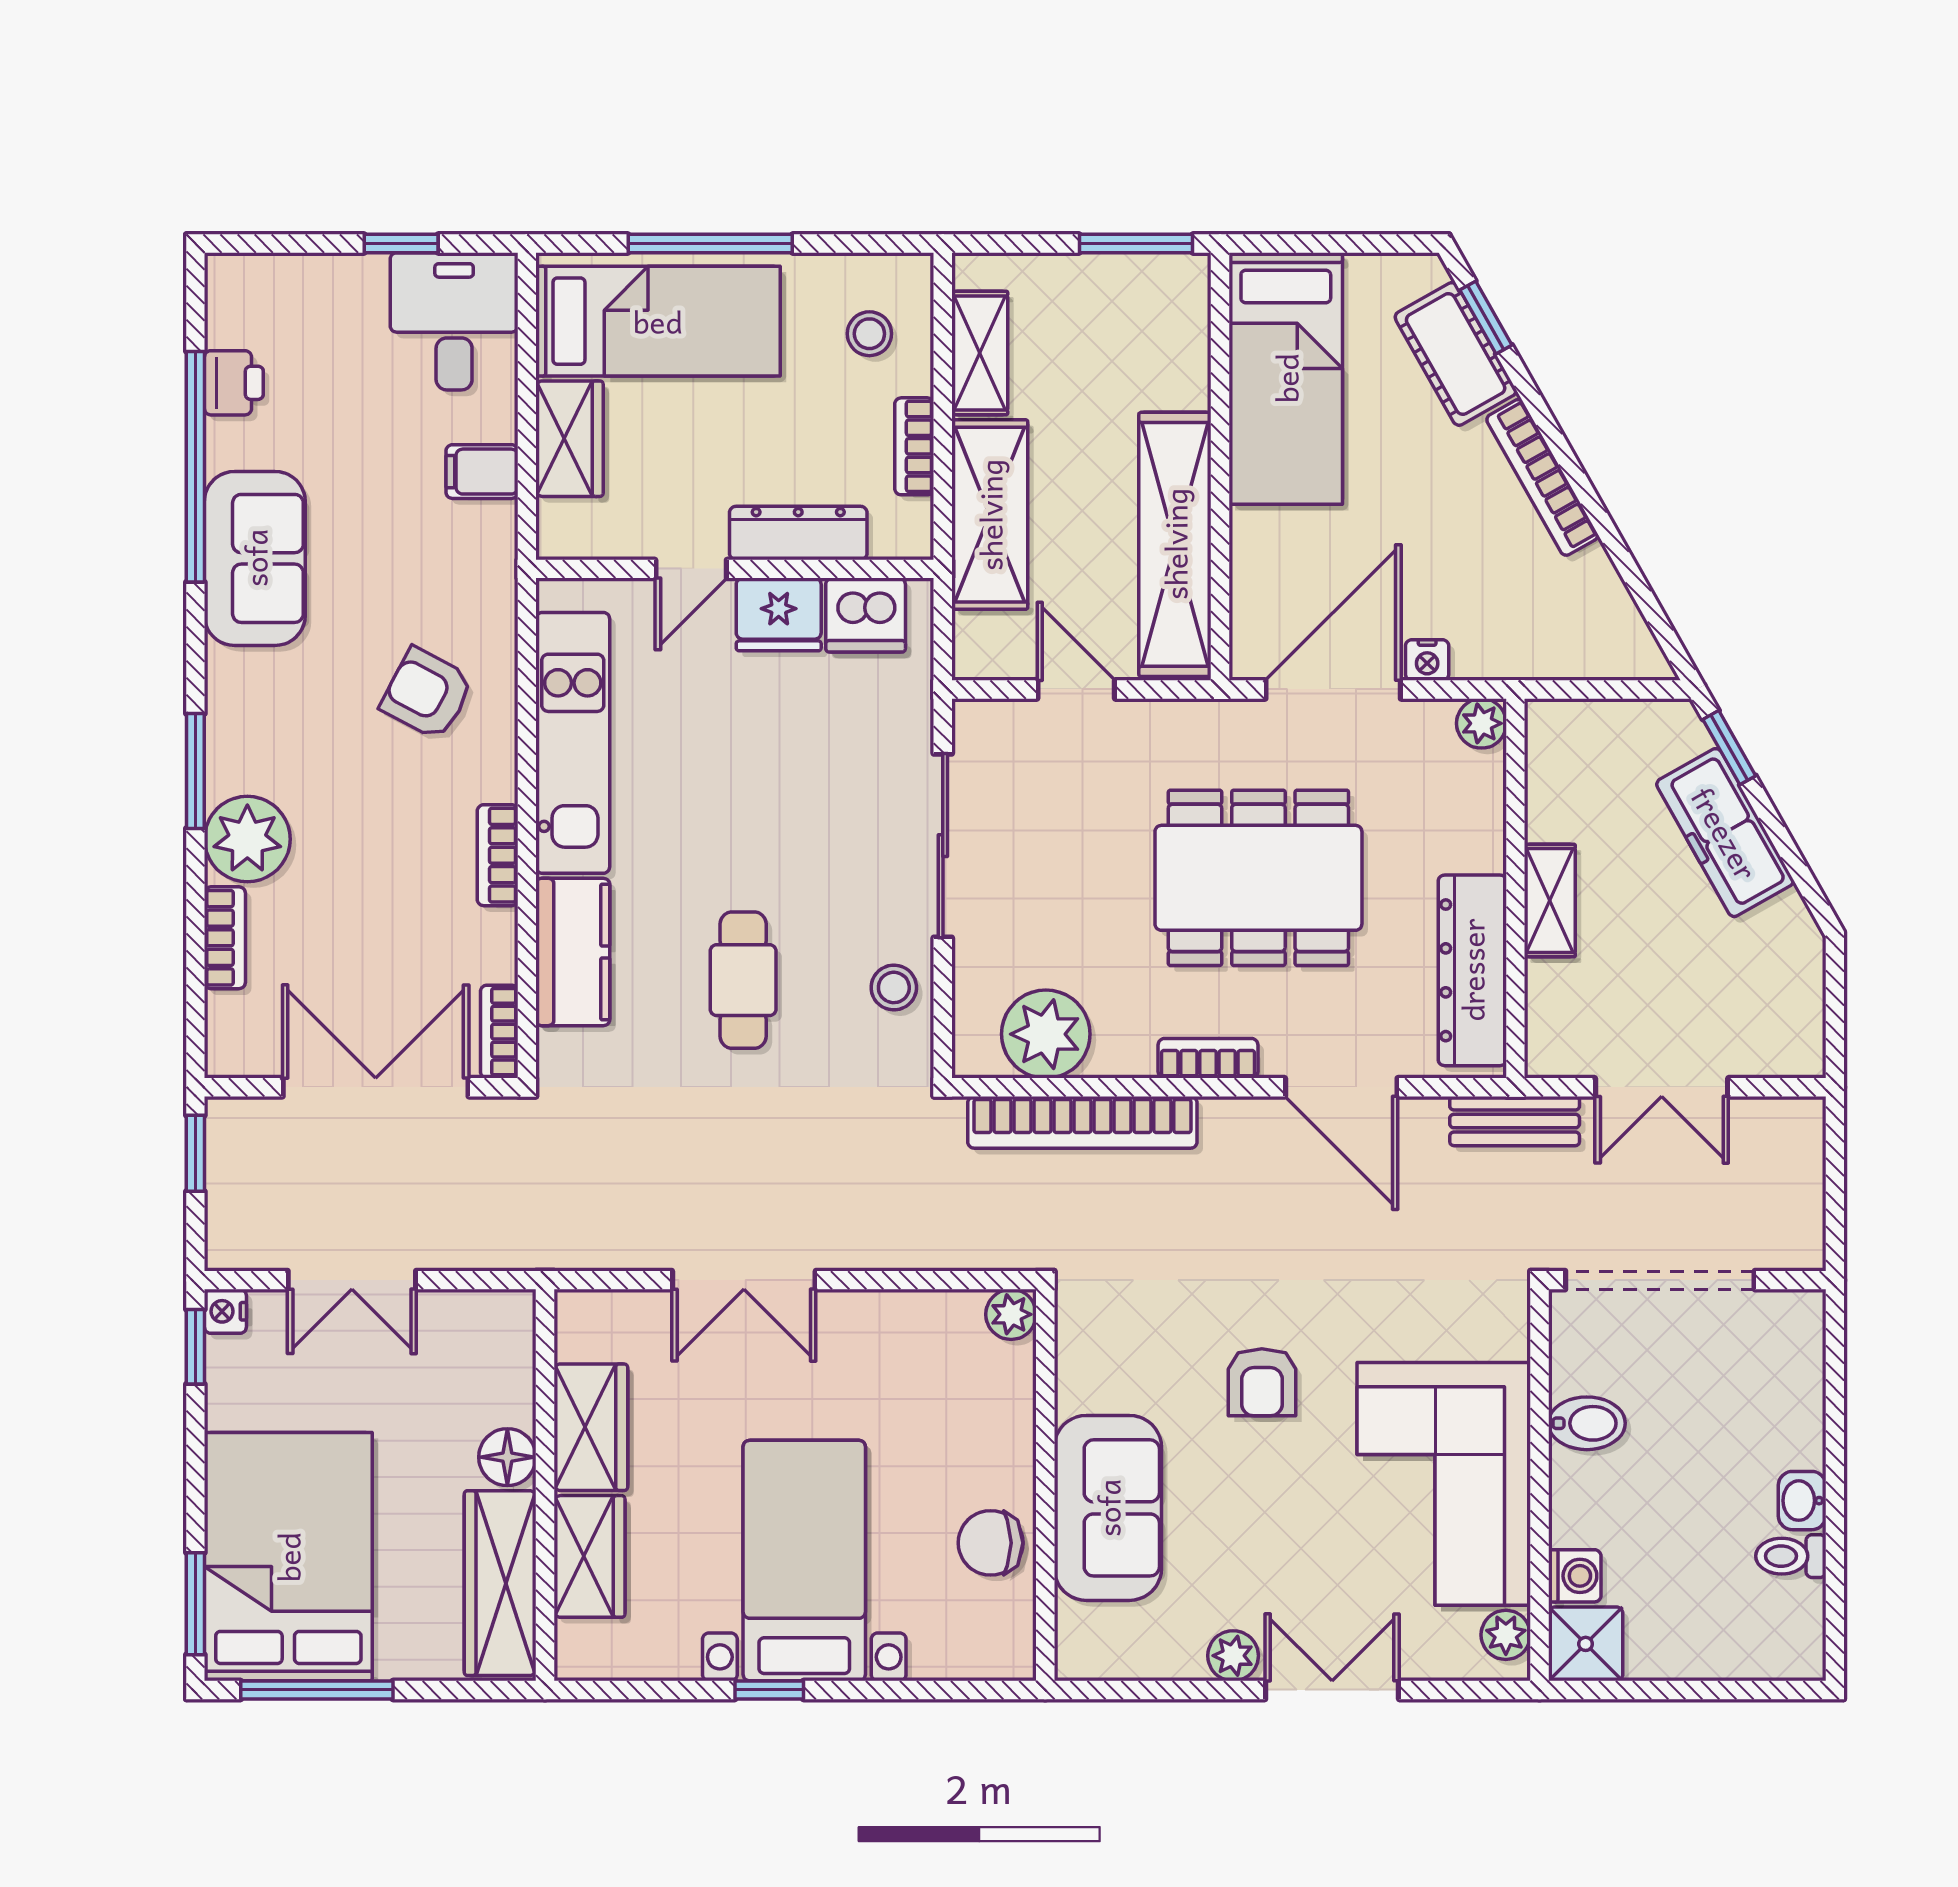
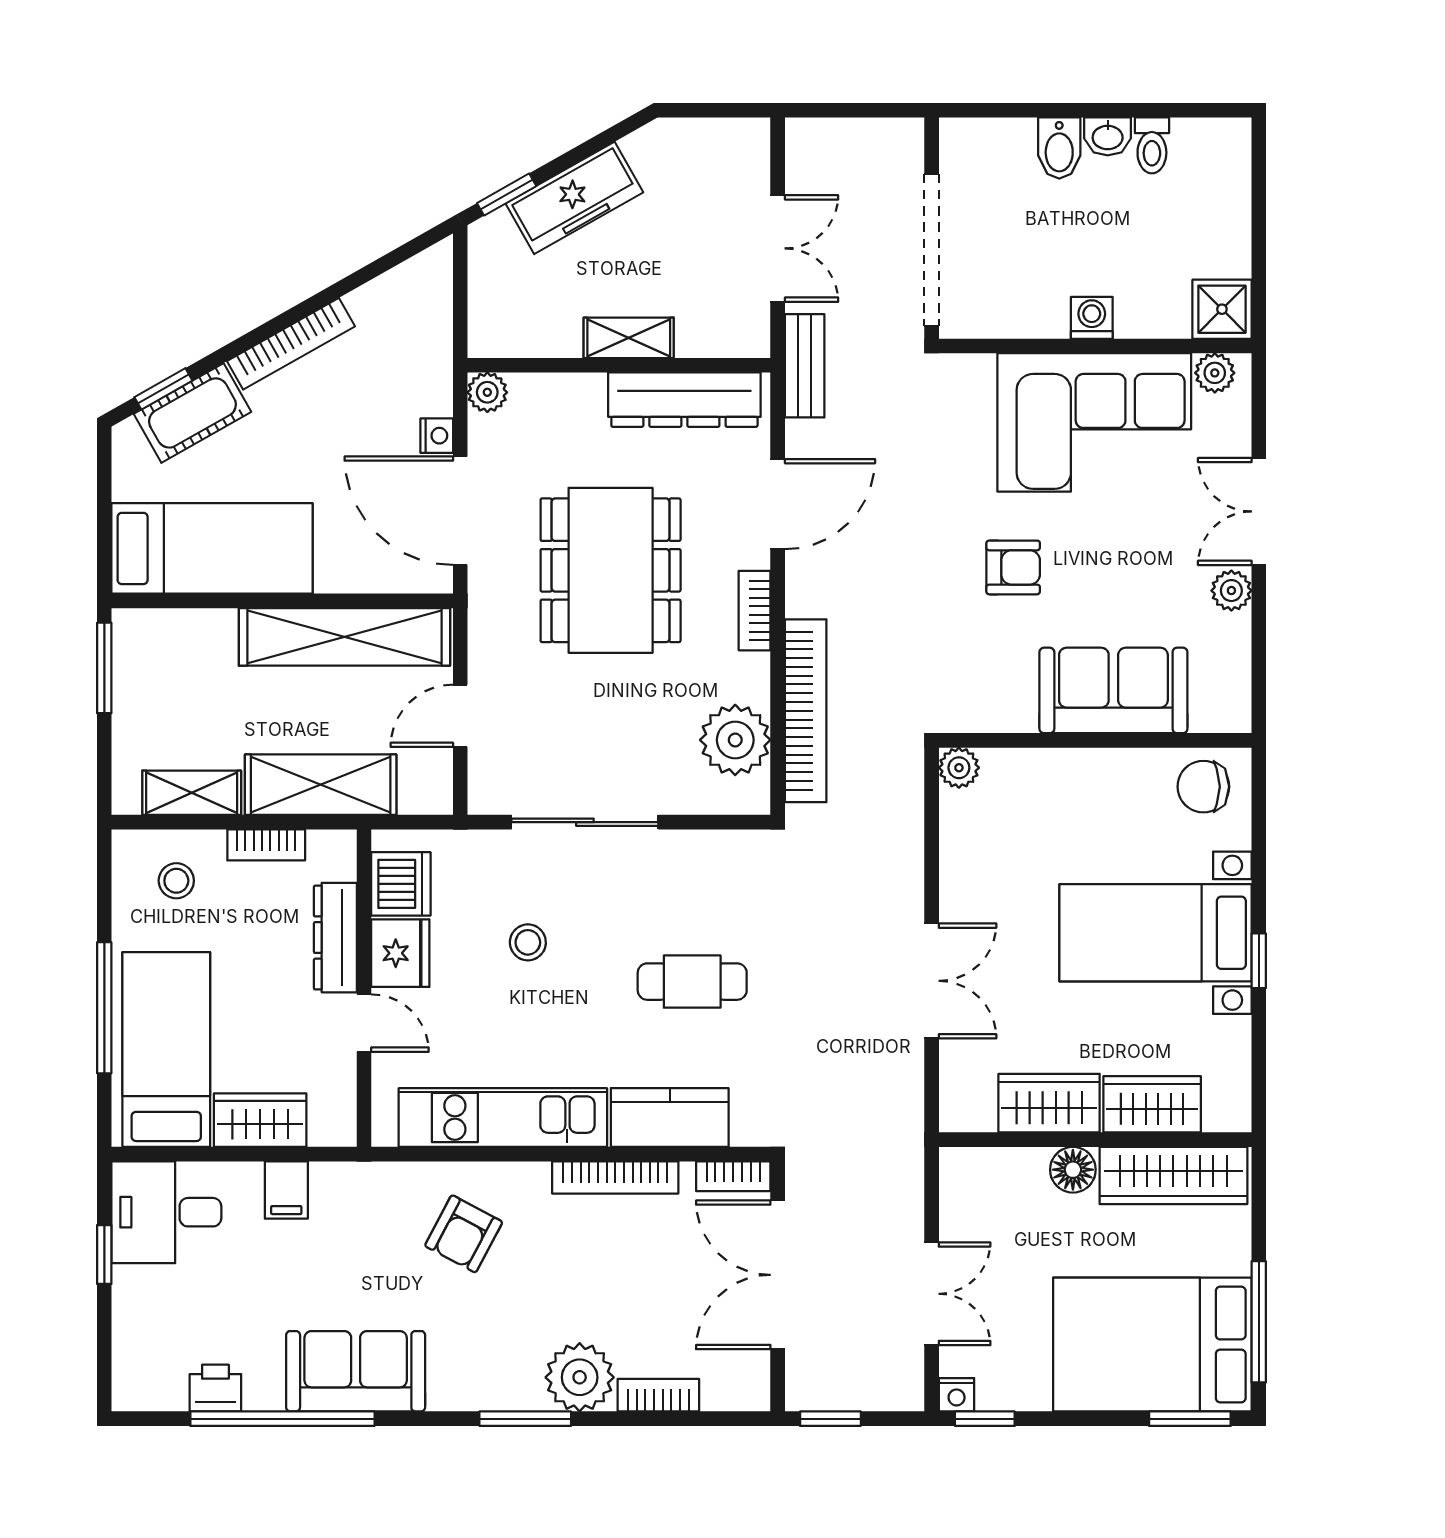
bookcase: (498, 855) -> (615, 1177), width x1.56
stool: (894, 987) -> (528, 942), moved
bidet: (1587, 1423) -> (1059, 148), moved, turned 180
chair: (991, 1543) -> (1203, 787), moved, turned 90
washing machine: (1575, 1576) -> (1092, 318), moved

